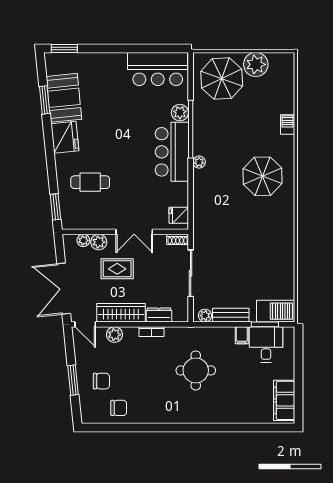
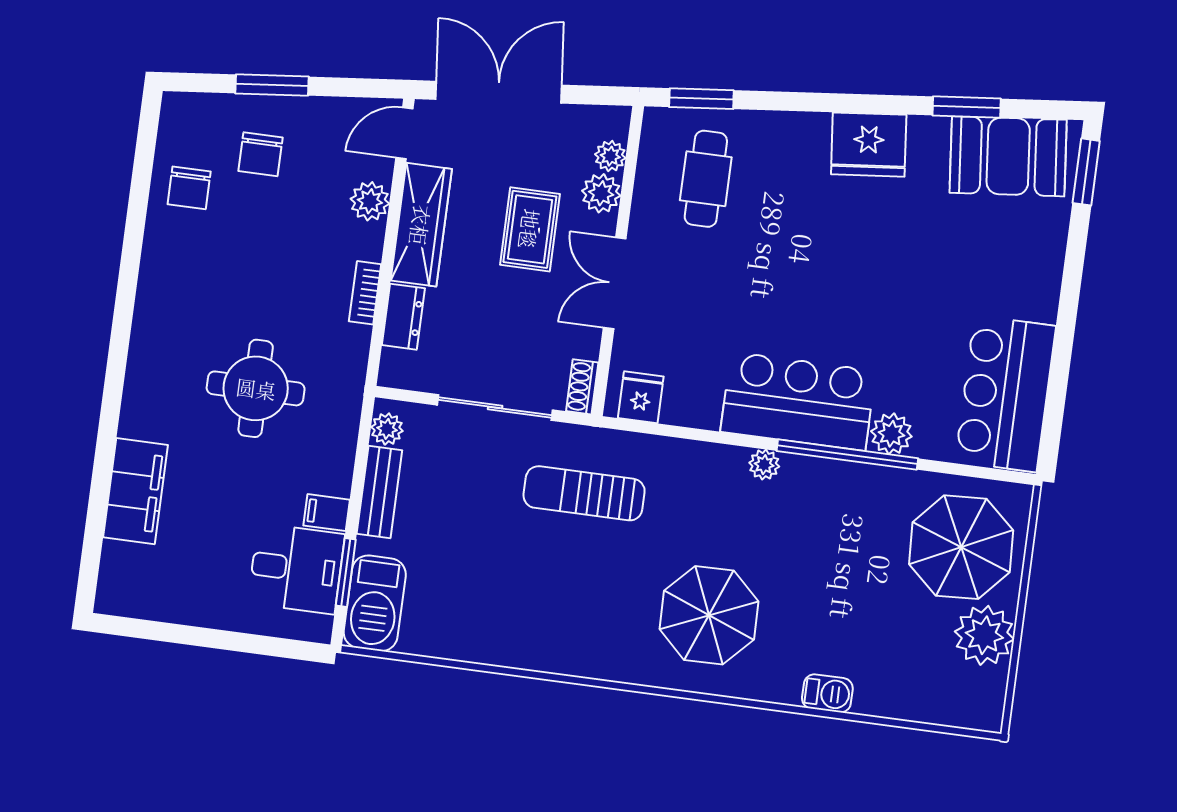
booth: (64, 98) -> (1008, 156), moved
cafe table: (90, 182) -> (706, 179), moved
sun lounger: (220, 233) -> (584, 493), added
filing cabinet: (284, 400) -> (135, 491), moved, turned 90

